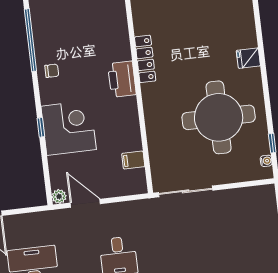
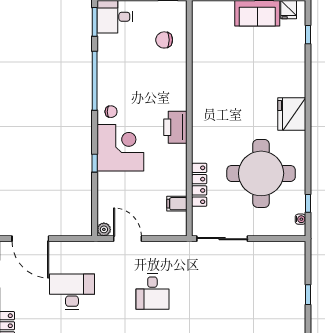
fridge: (248, 58) -> (292, 114), width x1.88, depth x1.34
locker: (145, 59) -> (199, 185), moved
corner desk: (69, 128) -> (120, 148), moved

